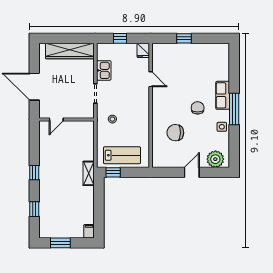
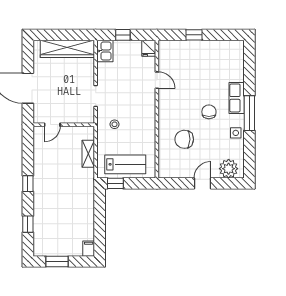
kitchen sink: (104, 70) -> (105, 51), moved
shelving: (89, 173) -> (88, 154), moved

